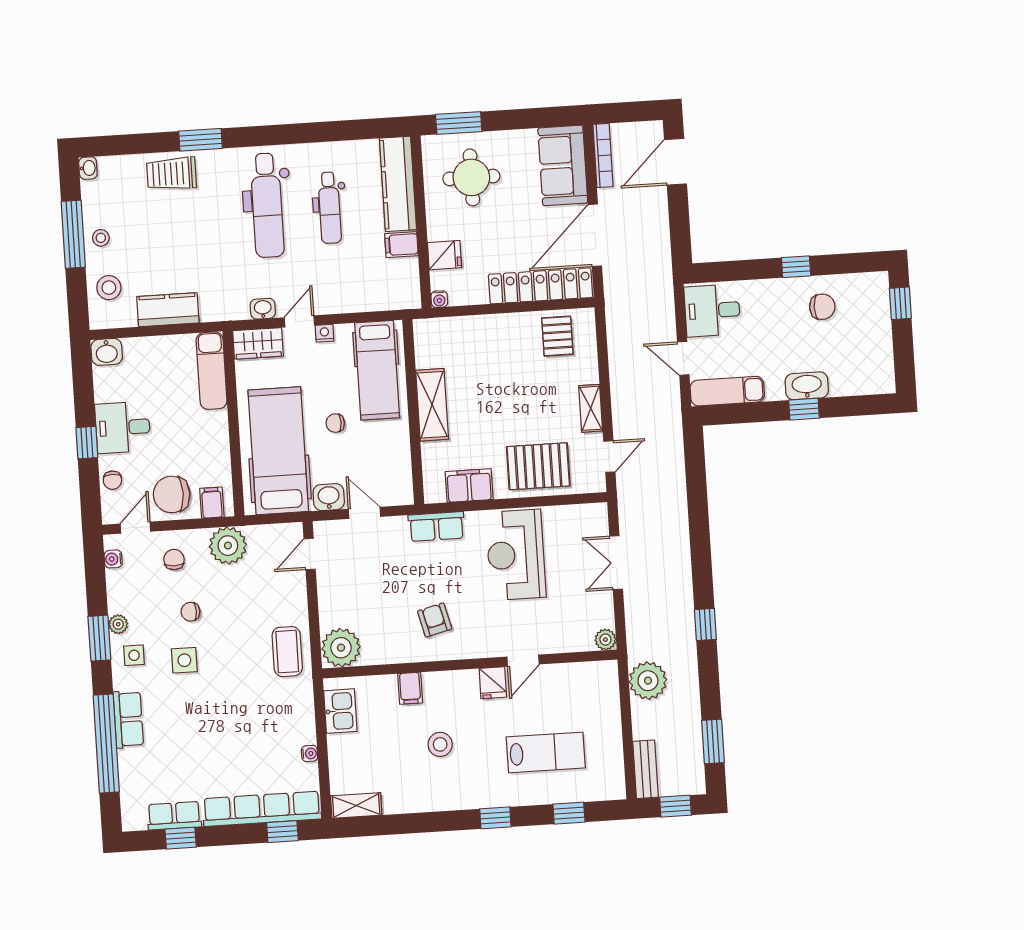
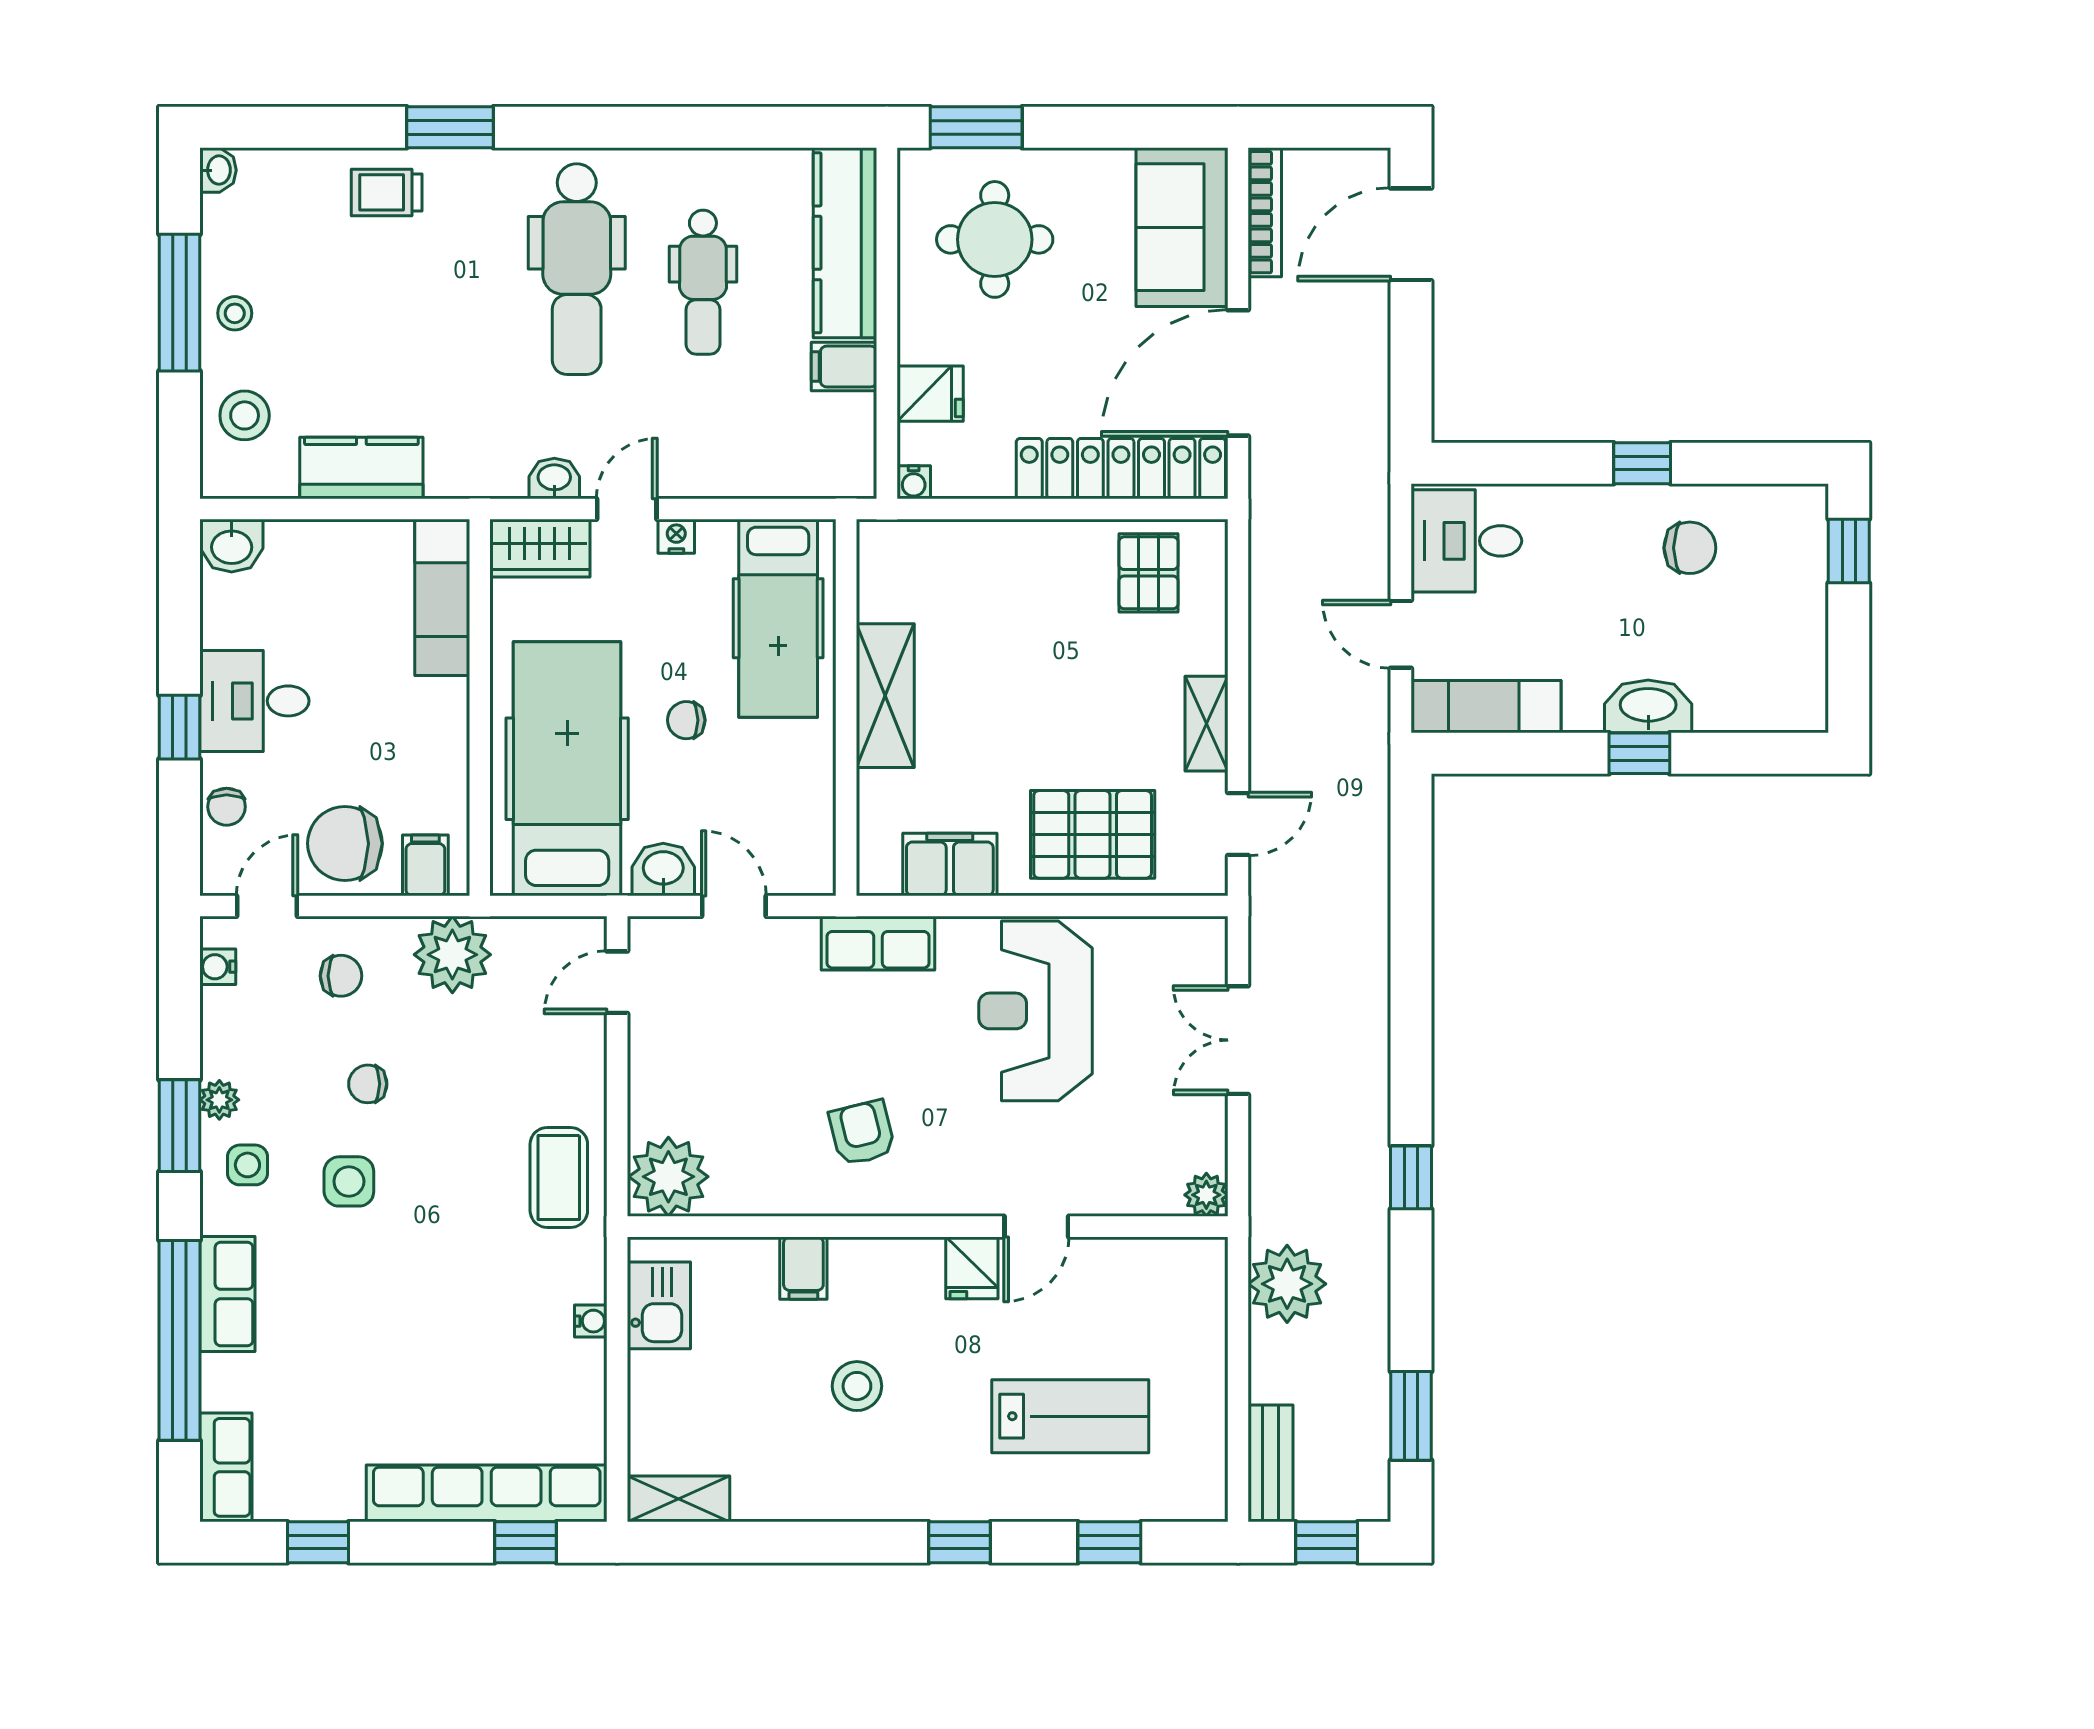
trolley: (171, 174) -> (387, 192), width x0.73, depth x0.72
chair: (174, 559) -> (341, 976), turned 90
water cooler: (310, 753) -> (591, 1321), moved
row of seats: (174, 816) -> (226, 1467), moved, turned 90

